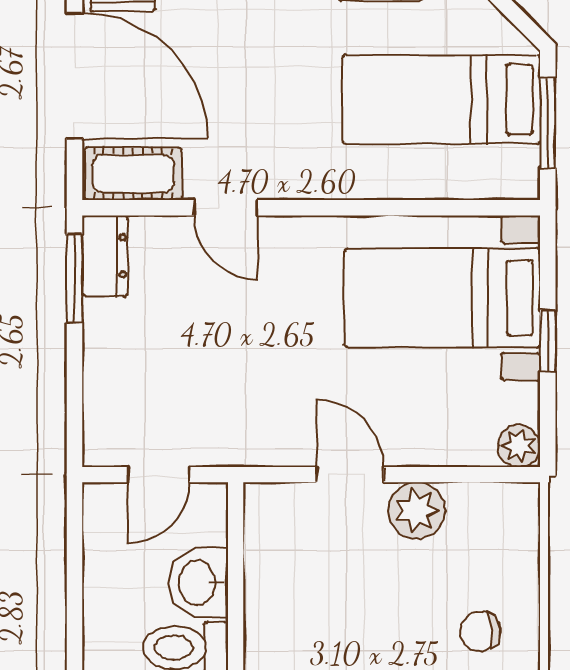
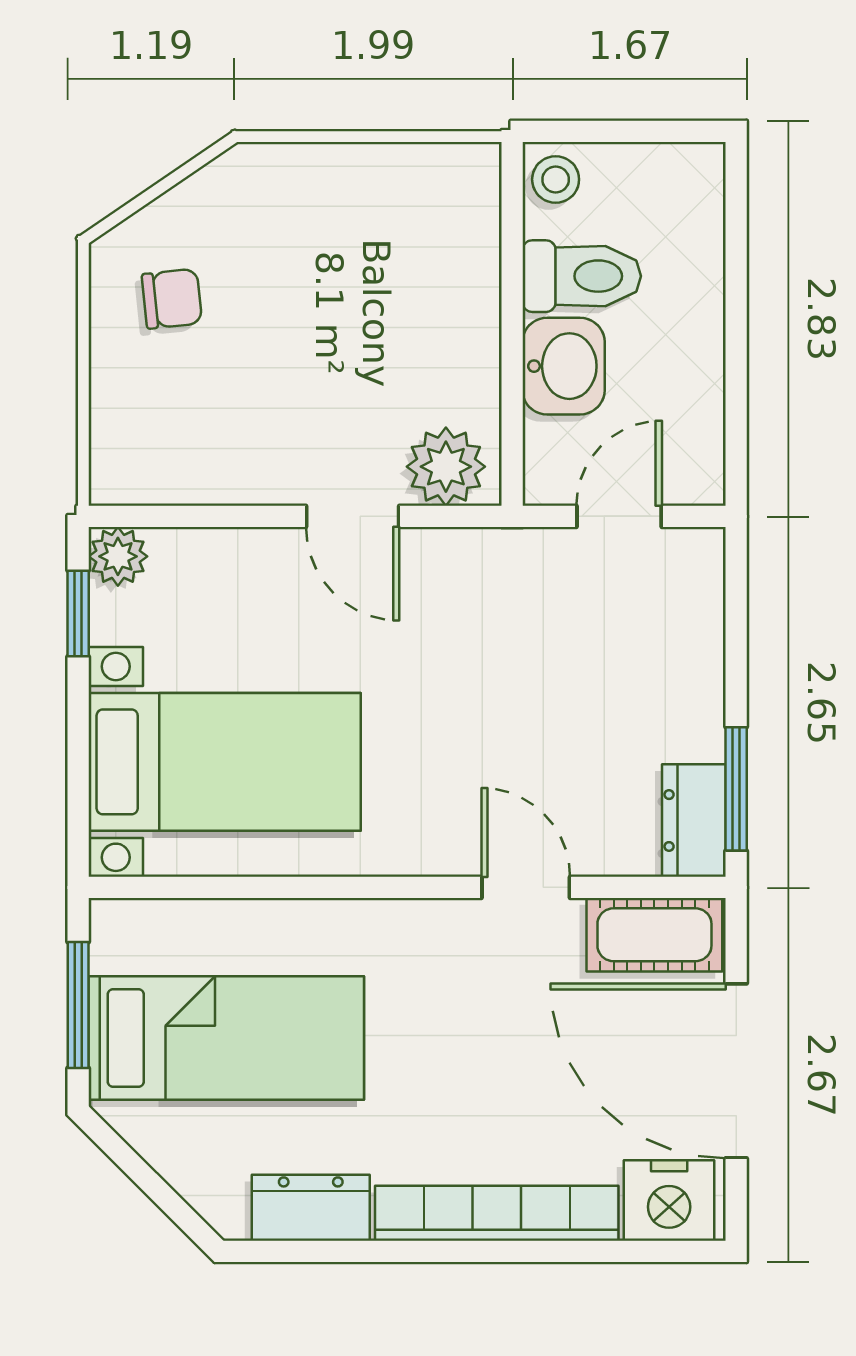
window: (548, 341) -> (78, 613), moved
plant: (417, 510) -> (446, 467), moved

